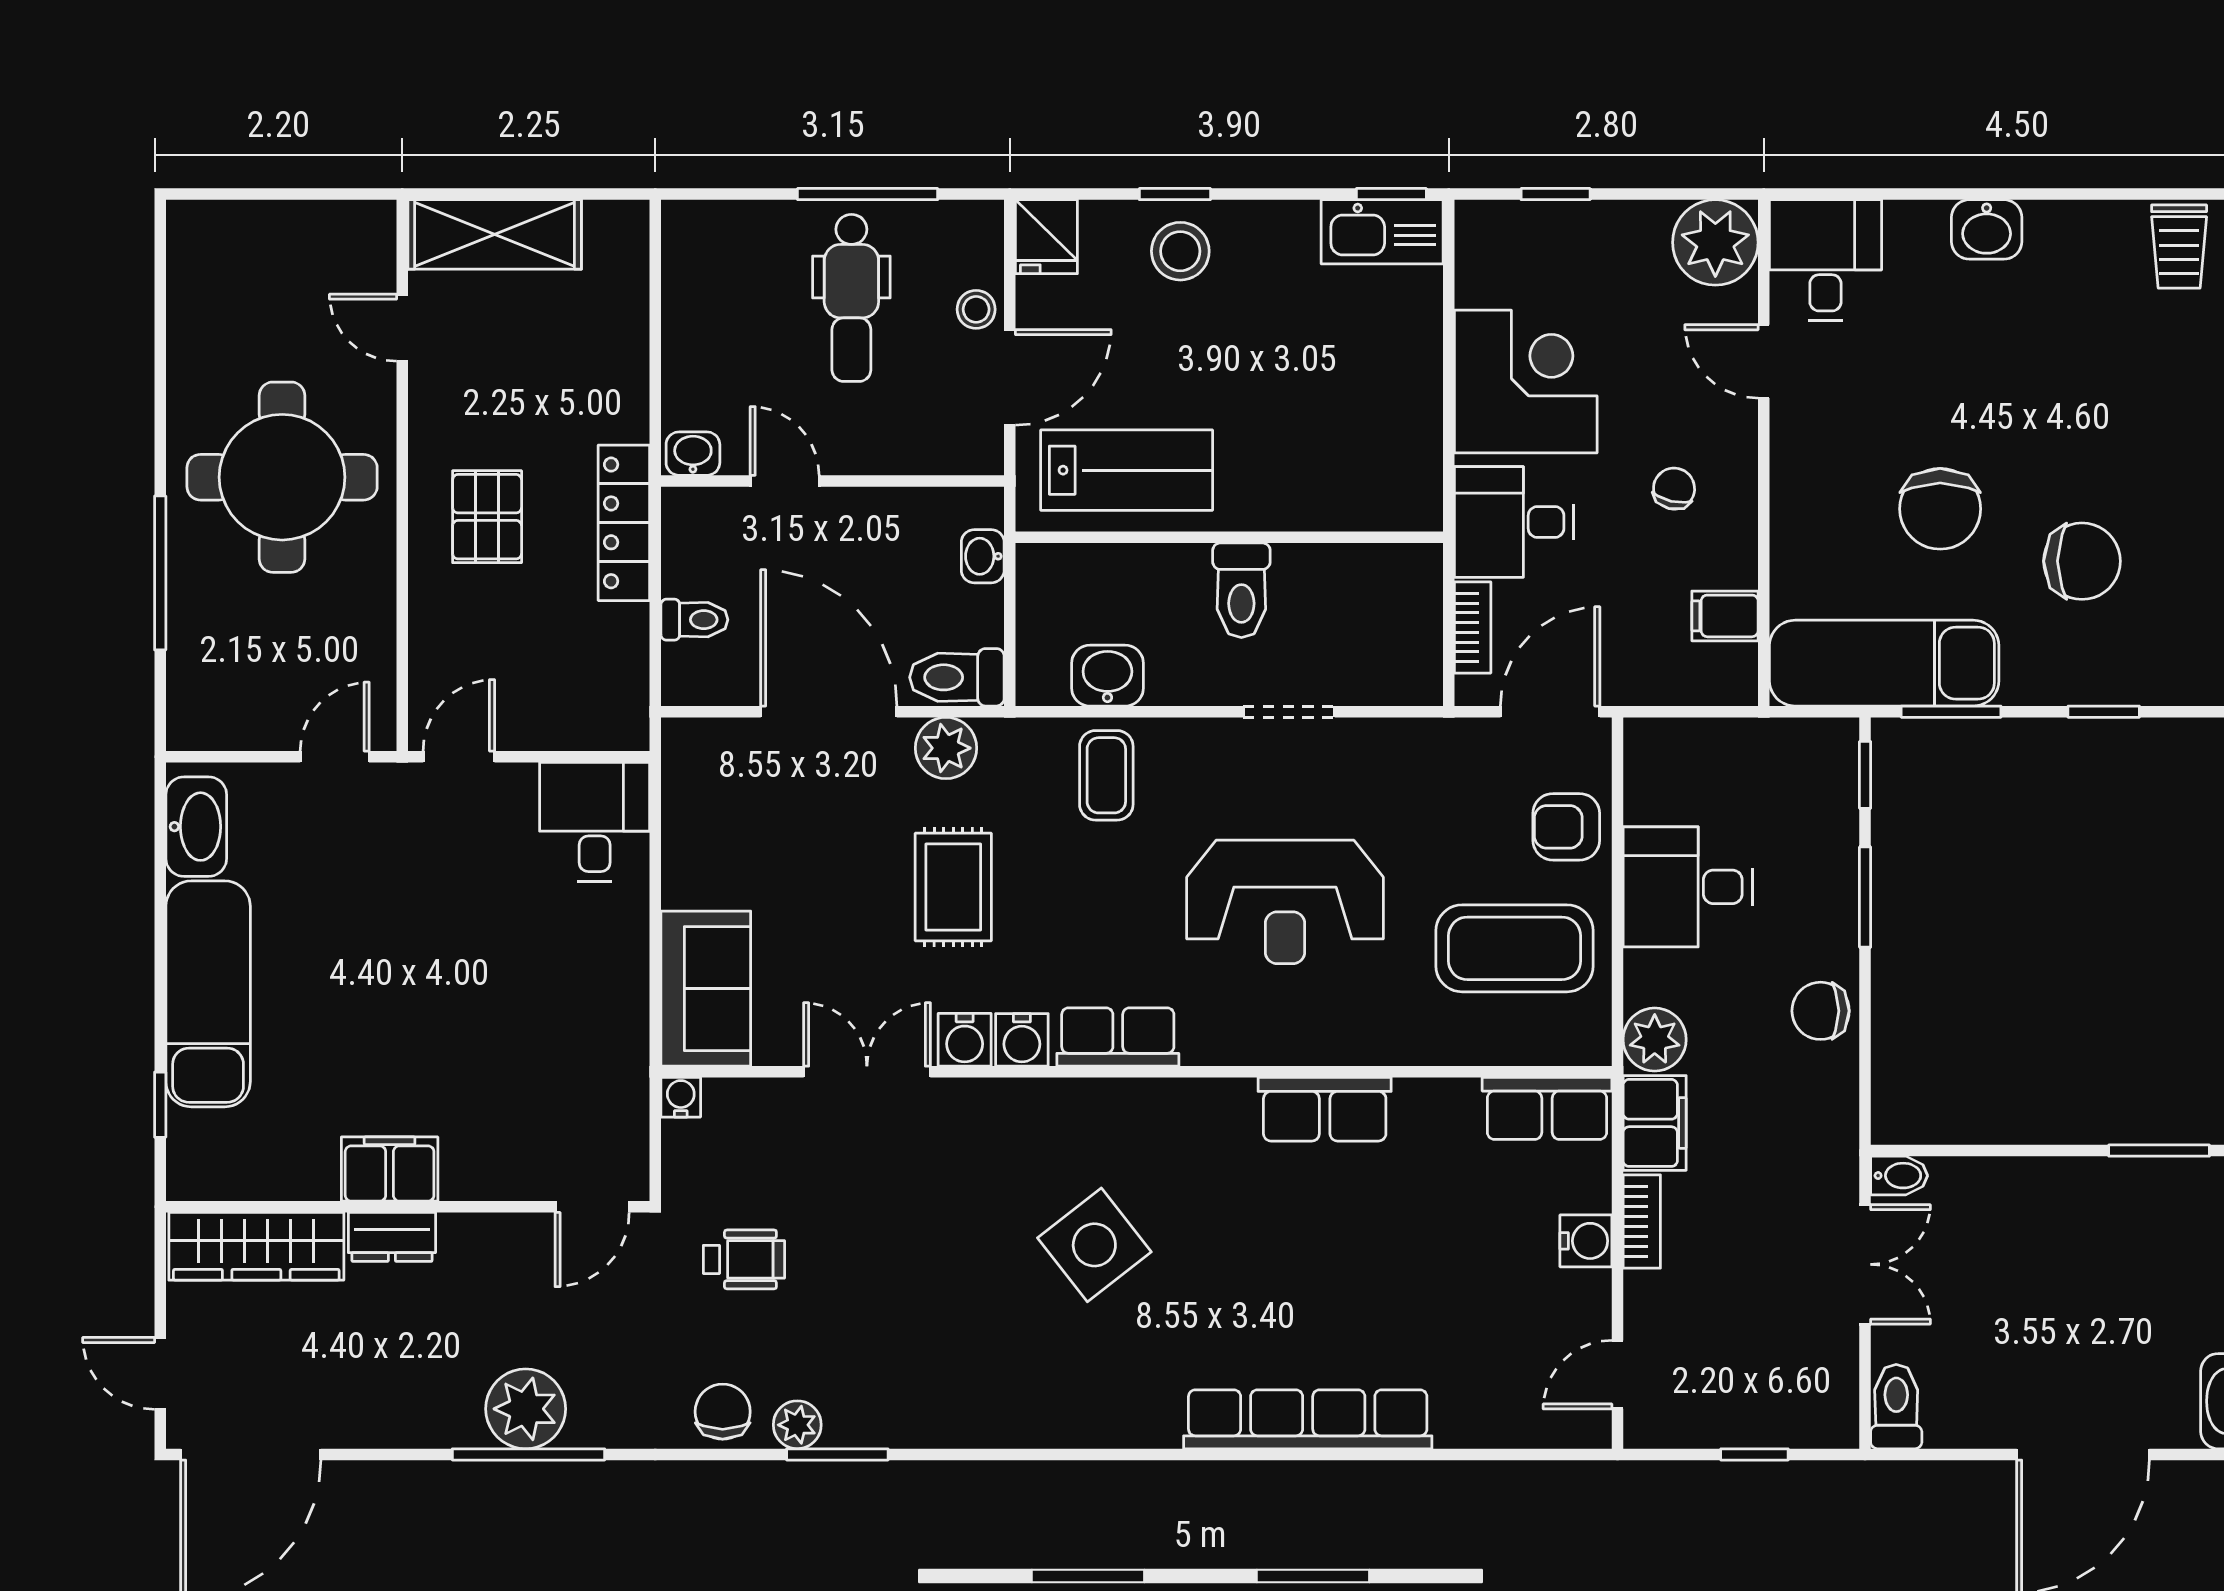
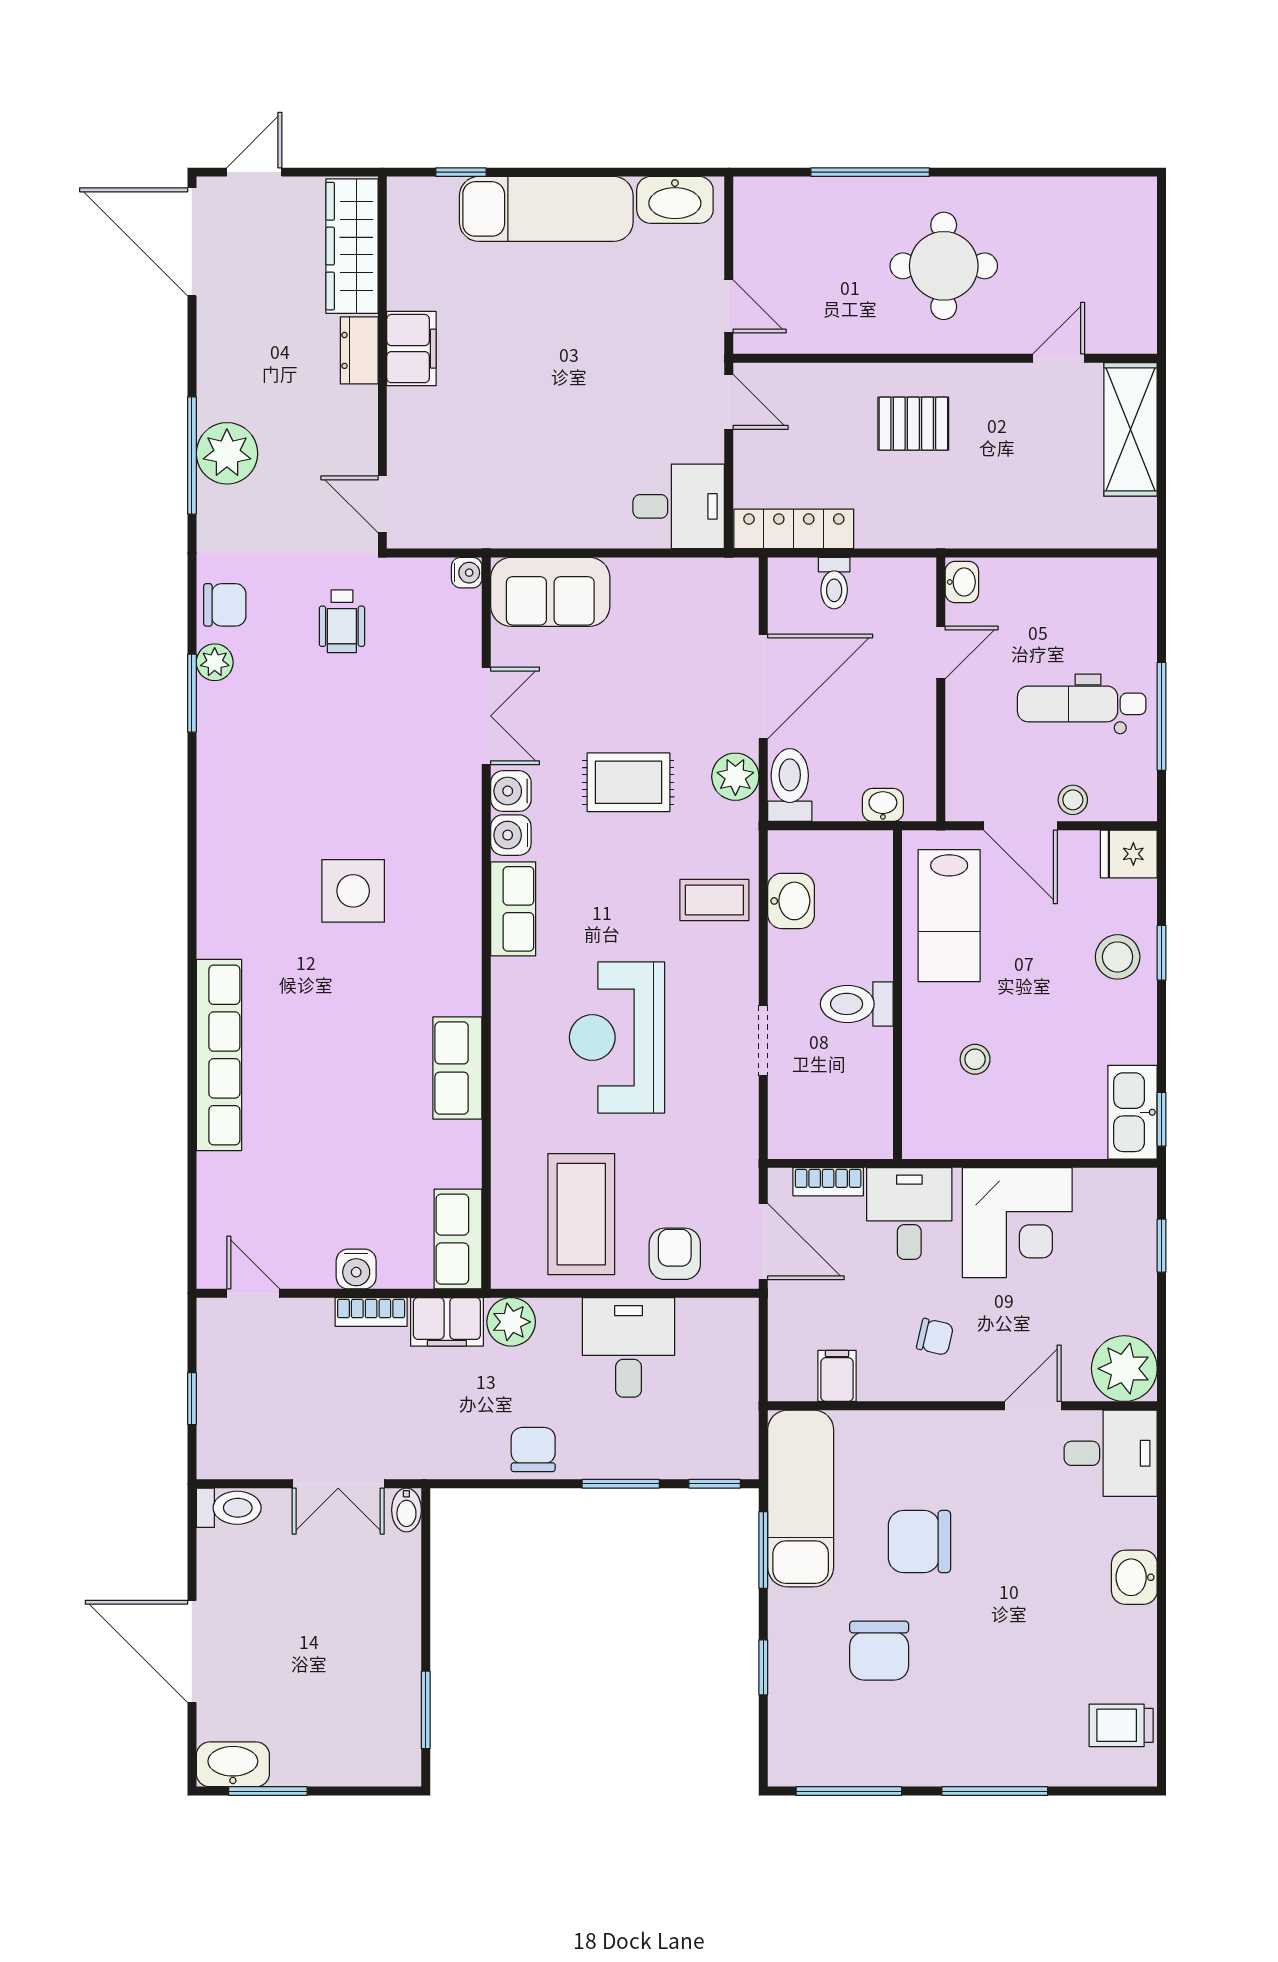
stool: (1313, 436) -> (975, 1059), added
round table: (282, 477) -> (944, 266), width x0.73, depth x0.73
locker: (624, 523) -> (794, 529), moved
side table: (1094, 1245) -> (353, 891), turned 38

